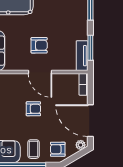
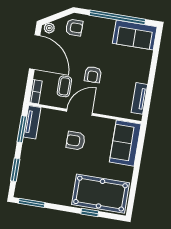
door: (40, 72) -> (79, 112), hinge flipped
armchair: (33, 109) -> (93, 75), turned -90
coffee table: (34, 149) -> (64, 86), moved

